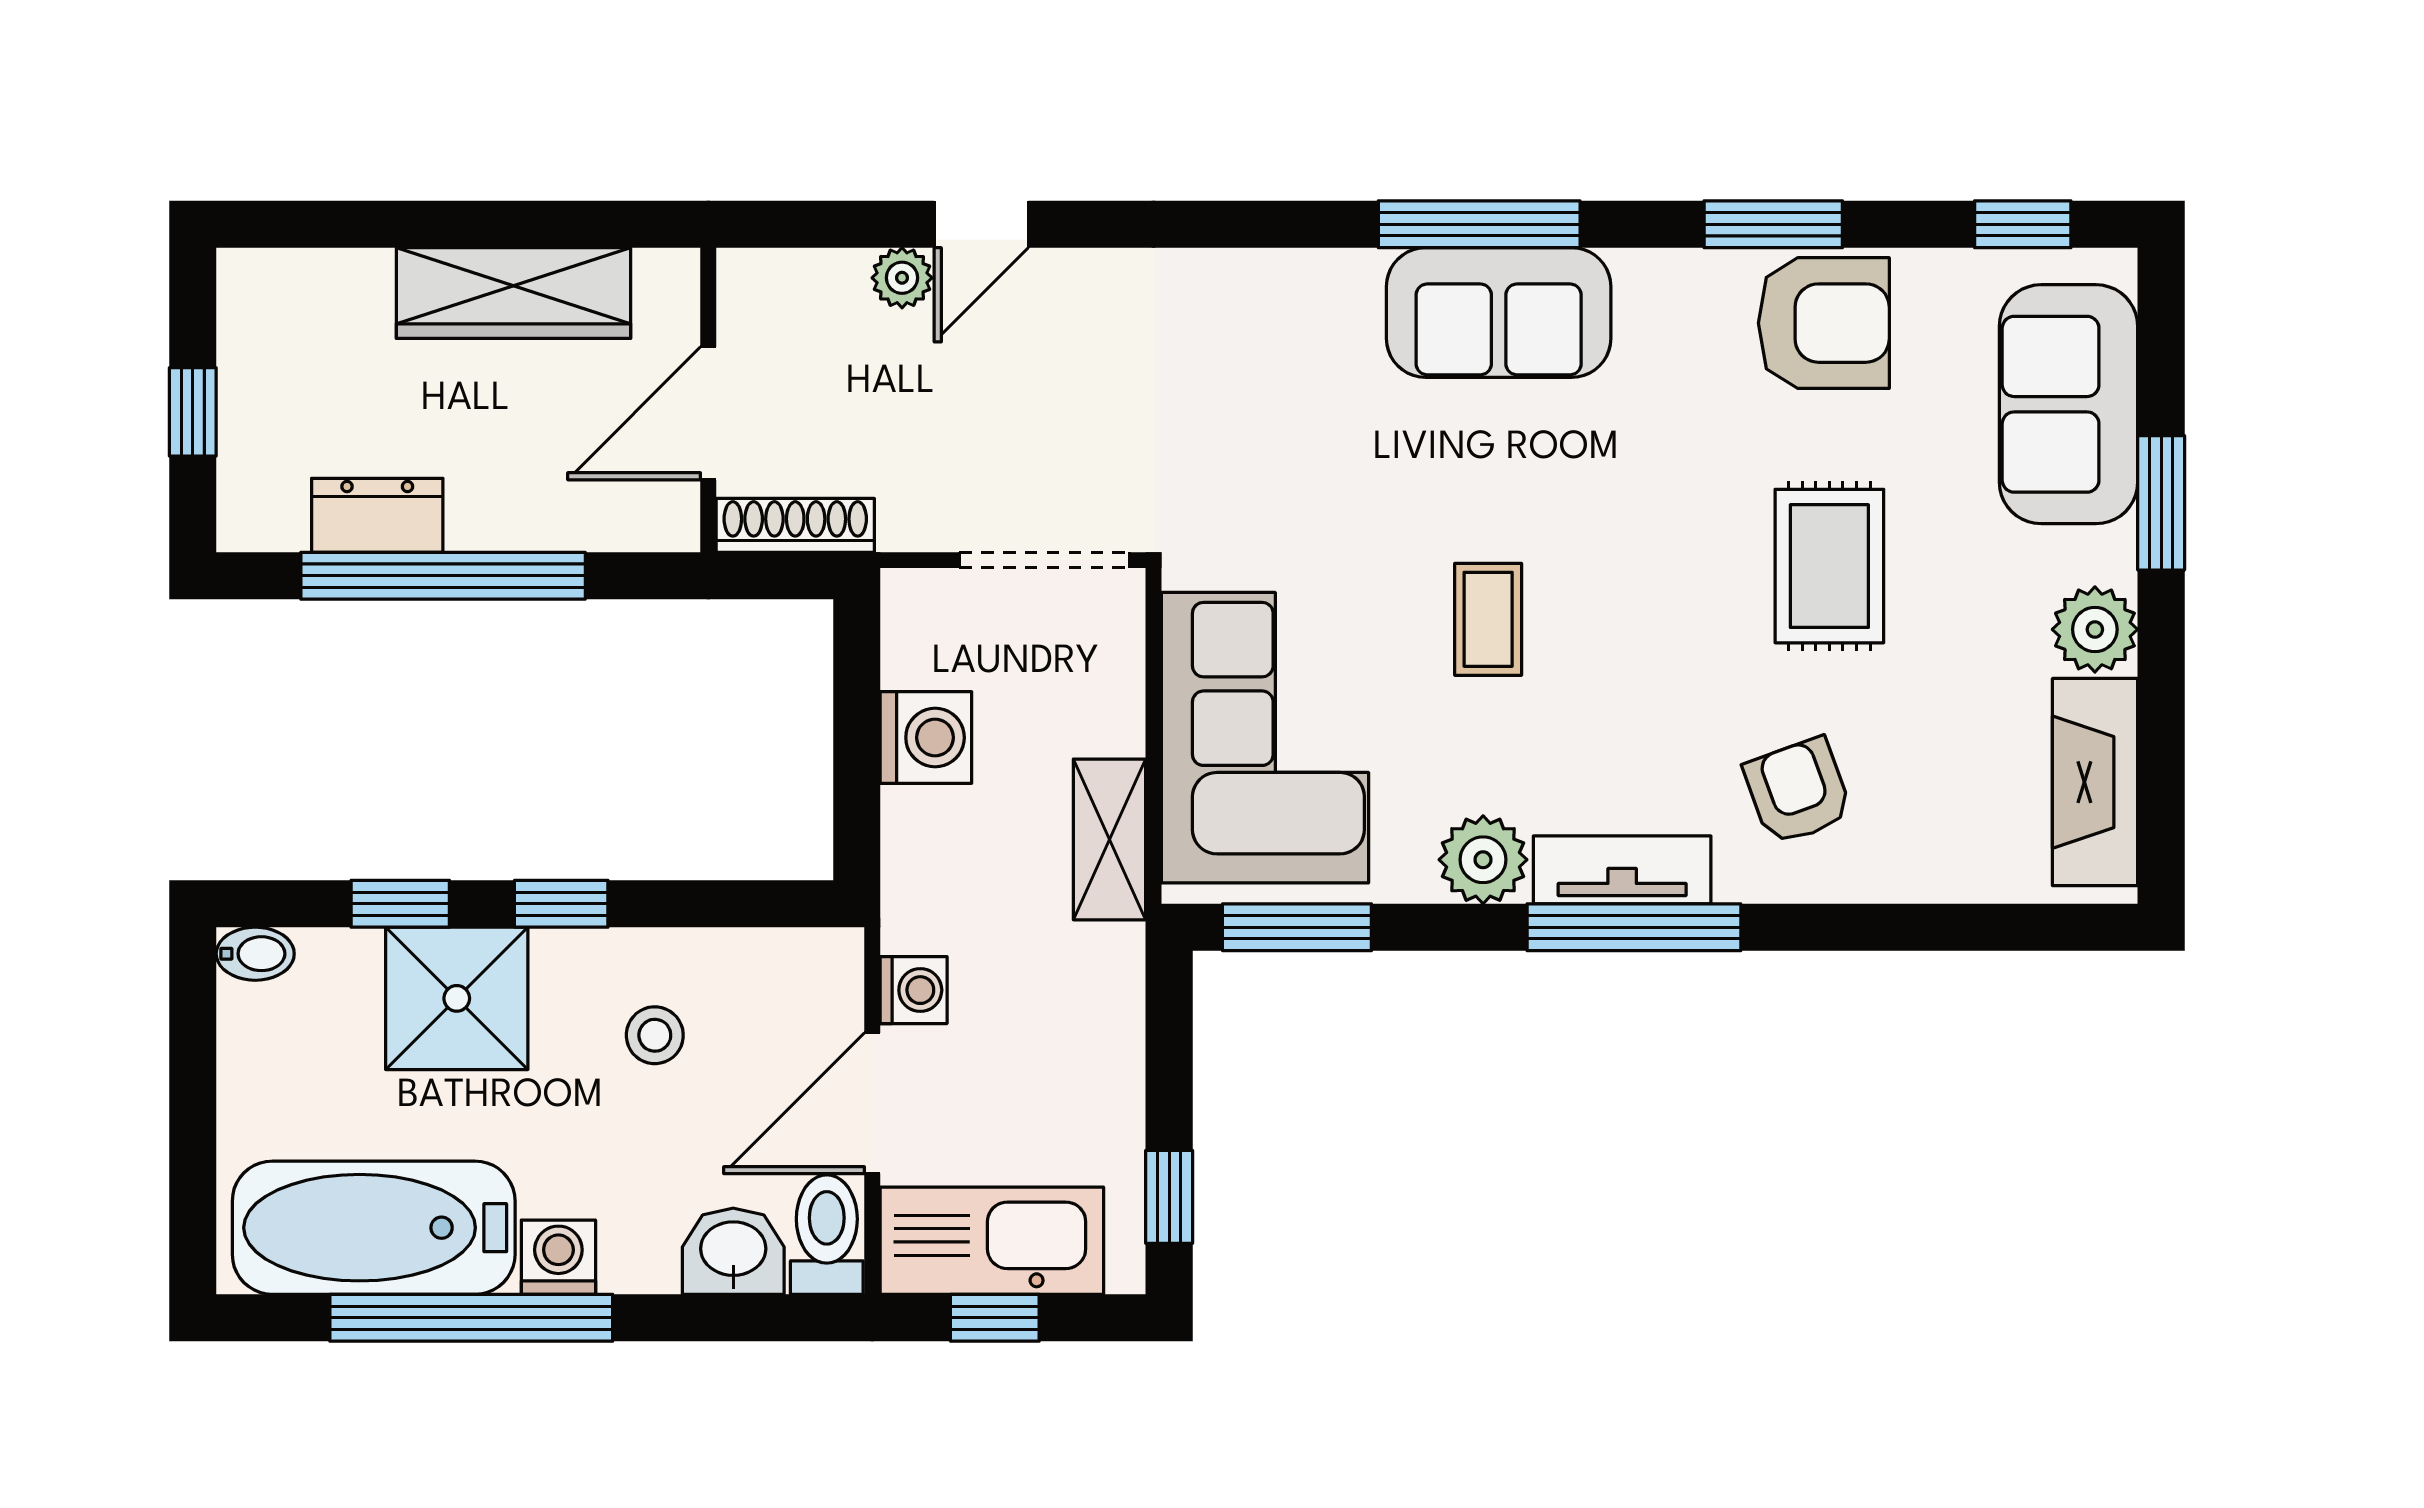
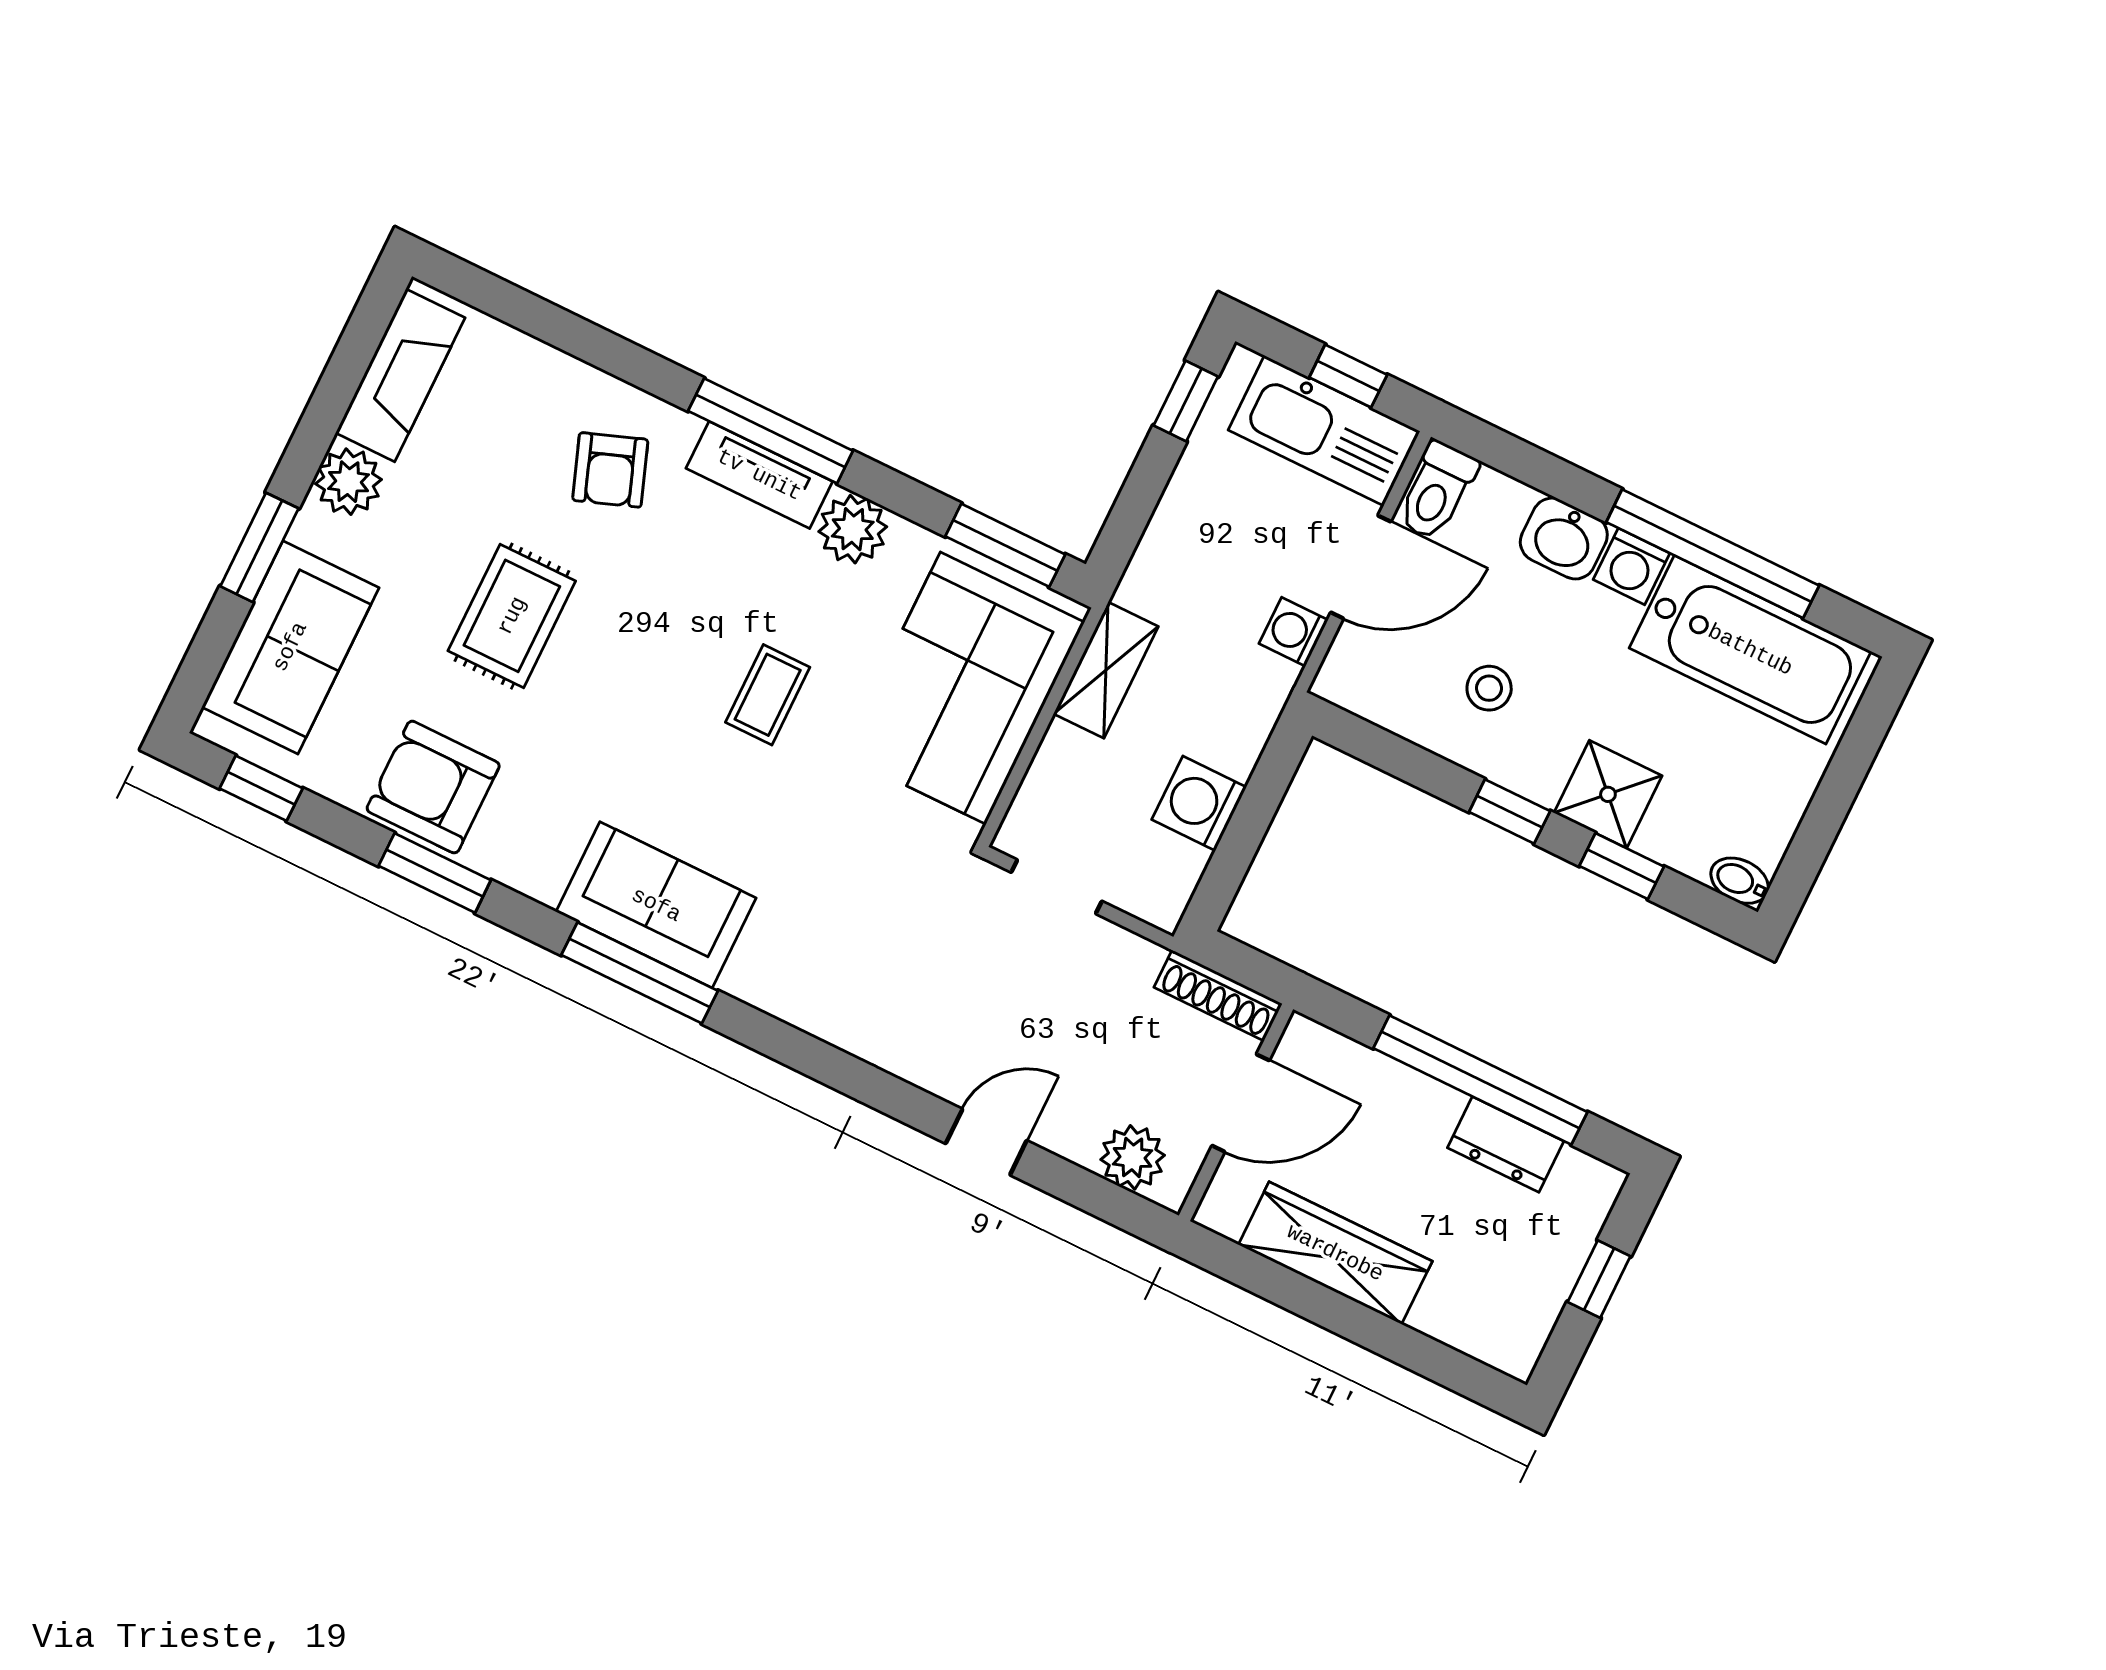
plant: (902, 278) -> (1133, 1157), moved, width x1.38, depth x1.38
doorway: (1044, 560) -> (1057, 887), width x0.73
shower: (457, 998) -> (1608, 794), width x0.73, depth x0.73
washbasin: (733, 1251) -> (1564, 539), moved

